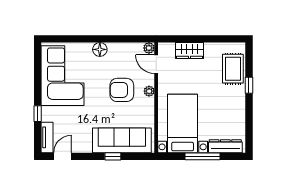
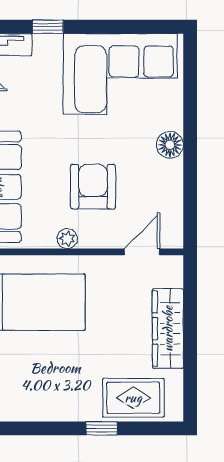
plant: (149, 48) -> (173, 238), removed
wardrobe: (190, 51) -> (168, 329), width x1.50
plant: (149, 91) -> (67, 239), moved

